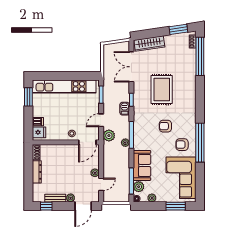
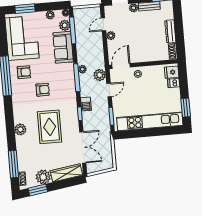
plant: (172, 41) -> (43, 177), added
window: (200, 56) -> (13, 164), width x0.68
plant: (190, 89) -> (20, 129), added

